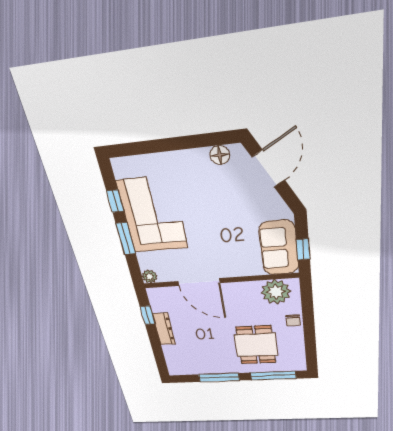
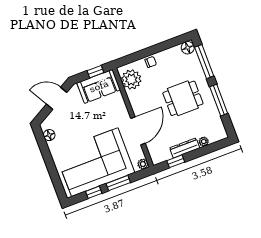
door: (268, 169) -> (57, 98), moved
corner sofa: (153, 215) -> (95, 162), width x1.36, depth x1.36
dining table: (256, 345) -> (183, 98), moved
plant: (169, 350) -> (204, 142), added
floor lamp: (298, 364) -> (188, 48), added

